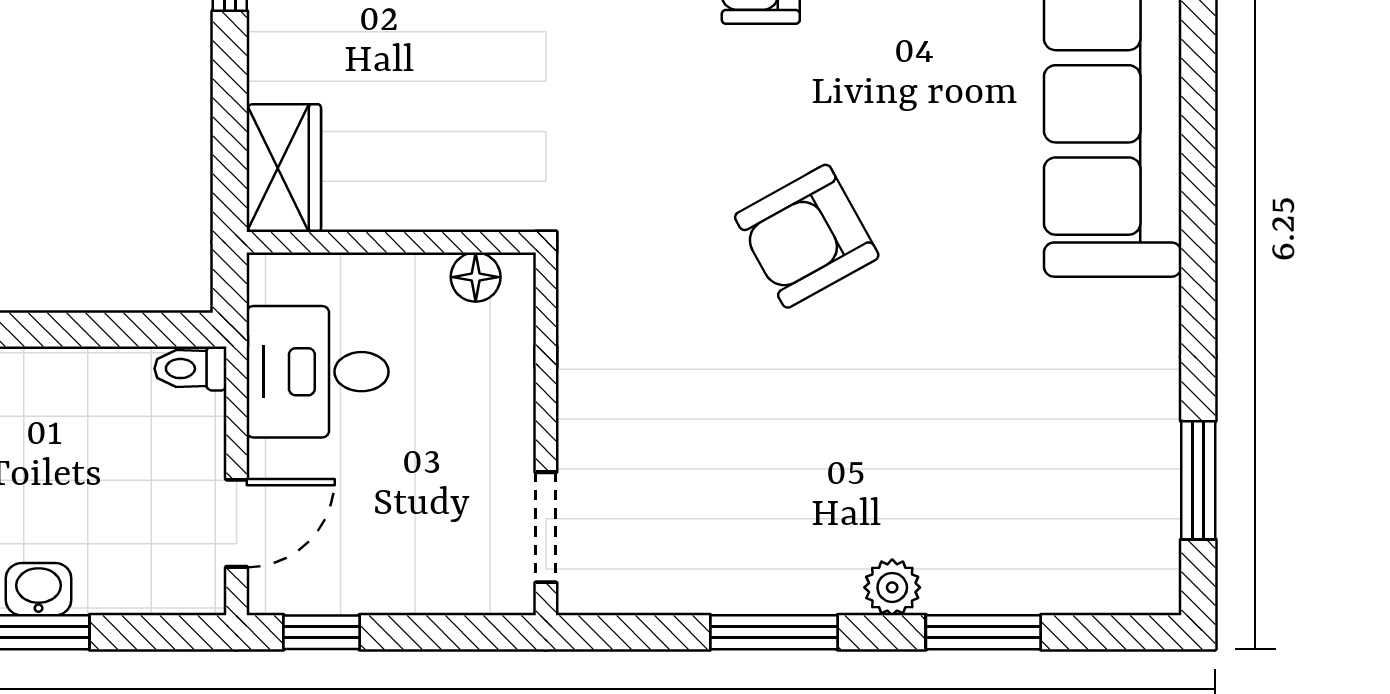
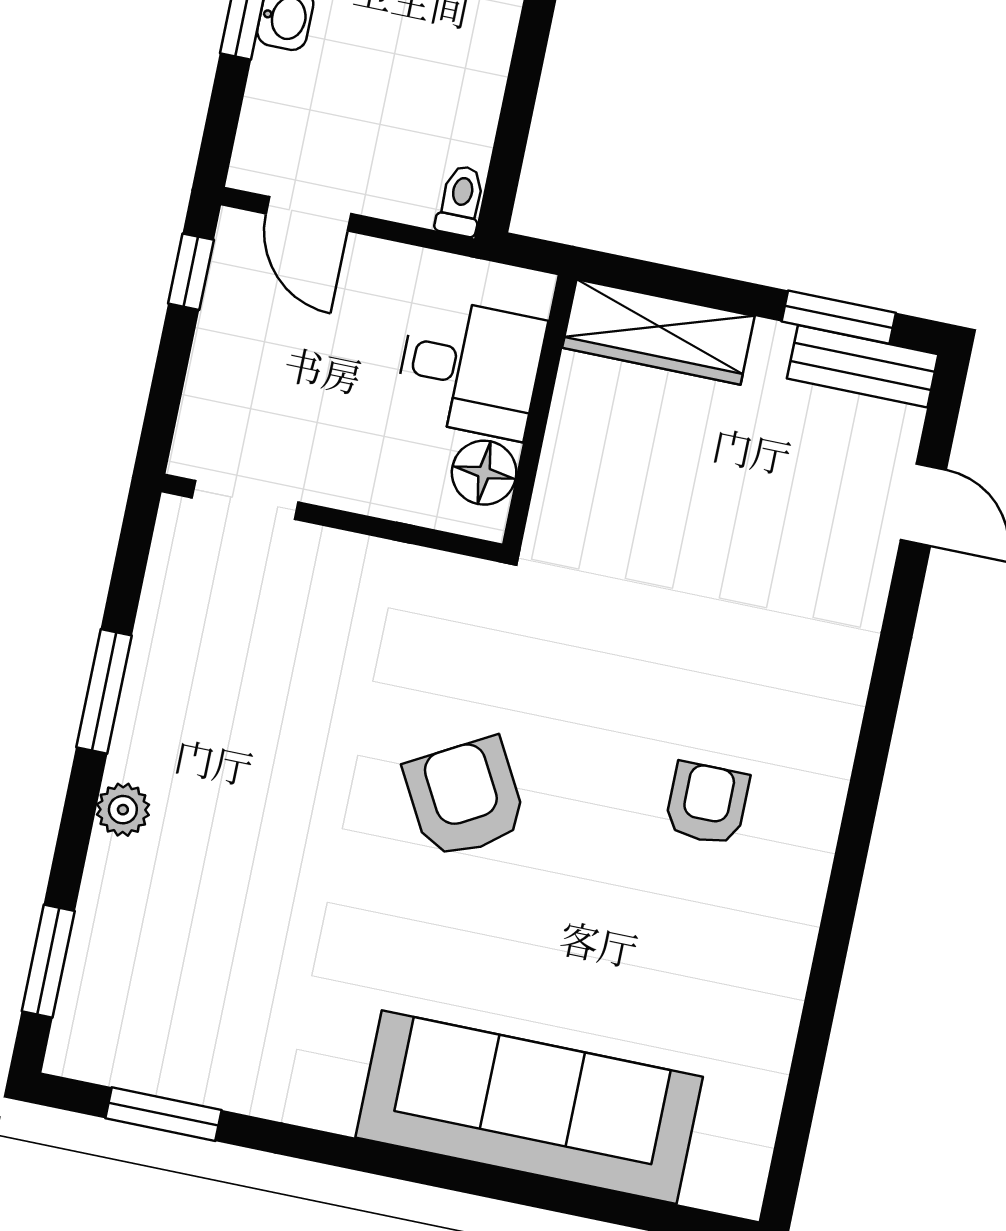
wardrobe: (284, 168) -> (658, 332), width x1.50
floor lamp: (476, 277) -> (484, 473), width x1.37, depth x1.37
desk: (318, 372) -> (470, 368), moved, turned 90
window: (983, 632) -> (48, 961), moved

